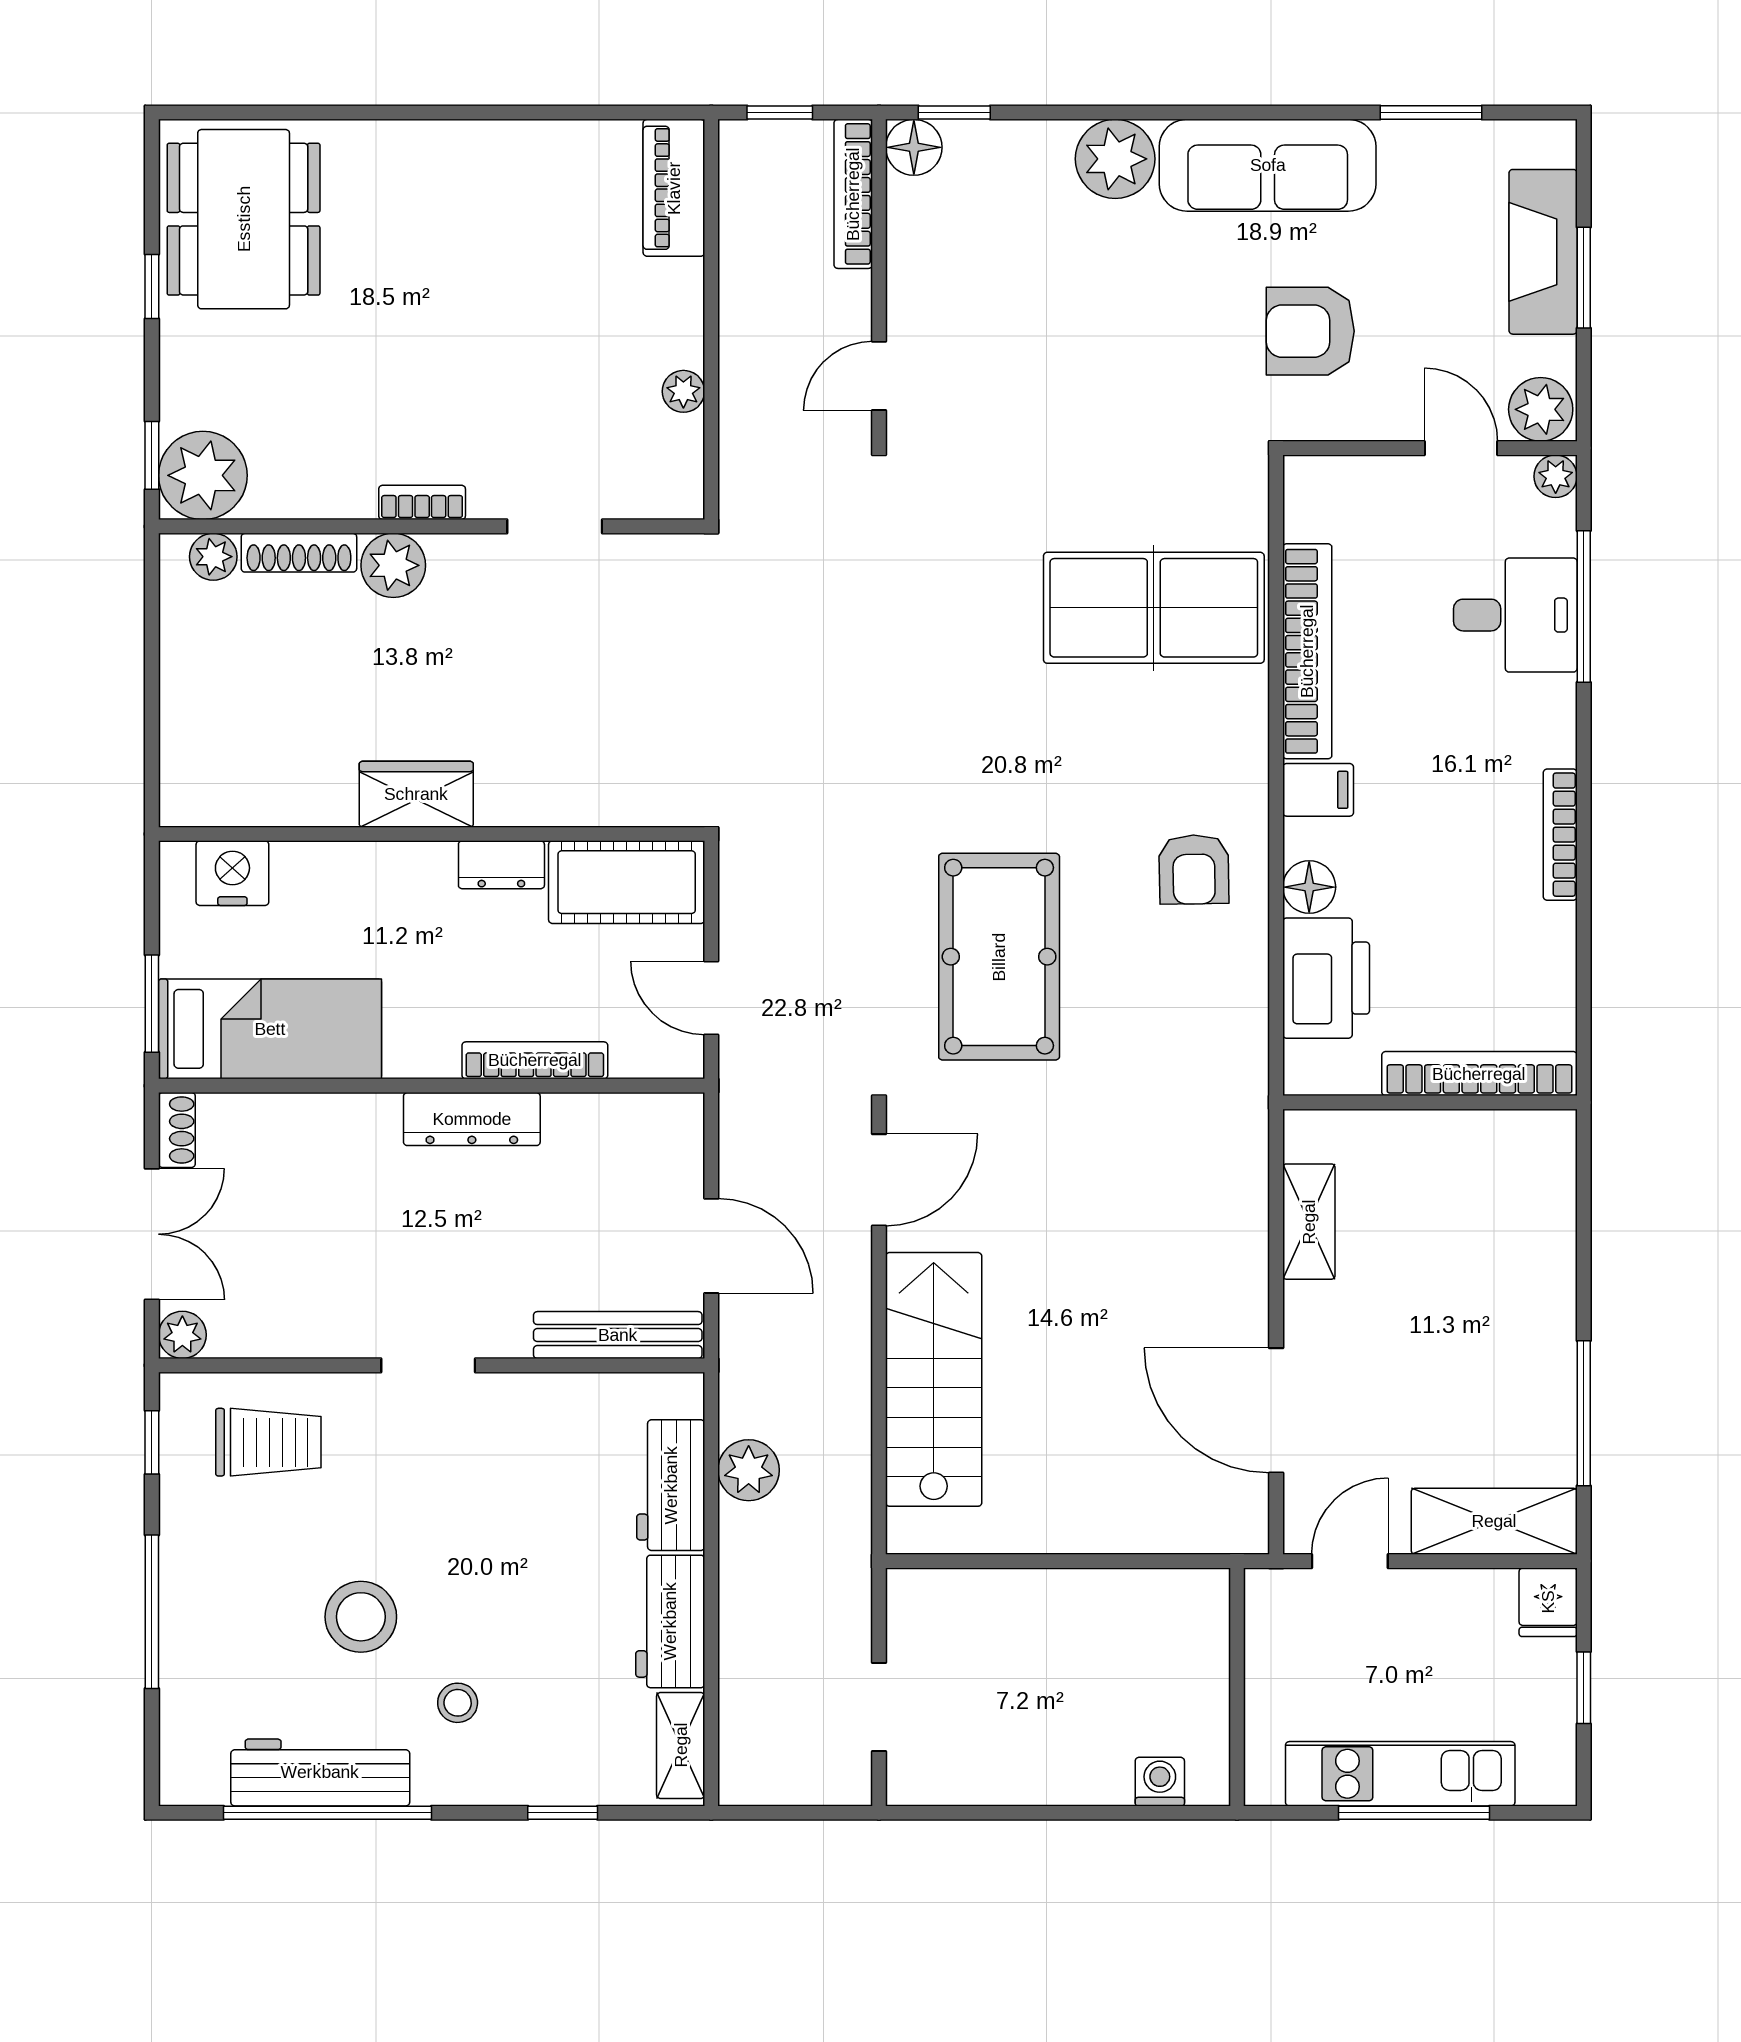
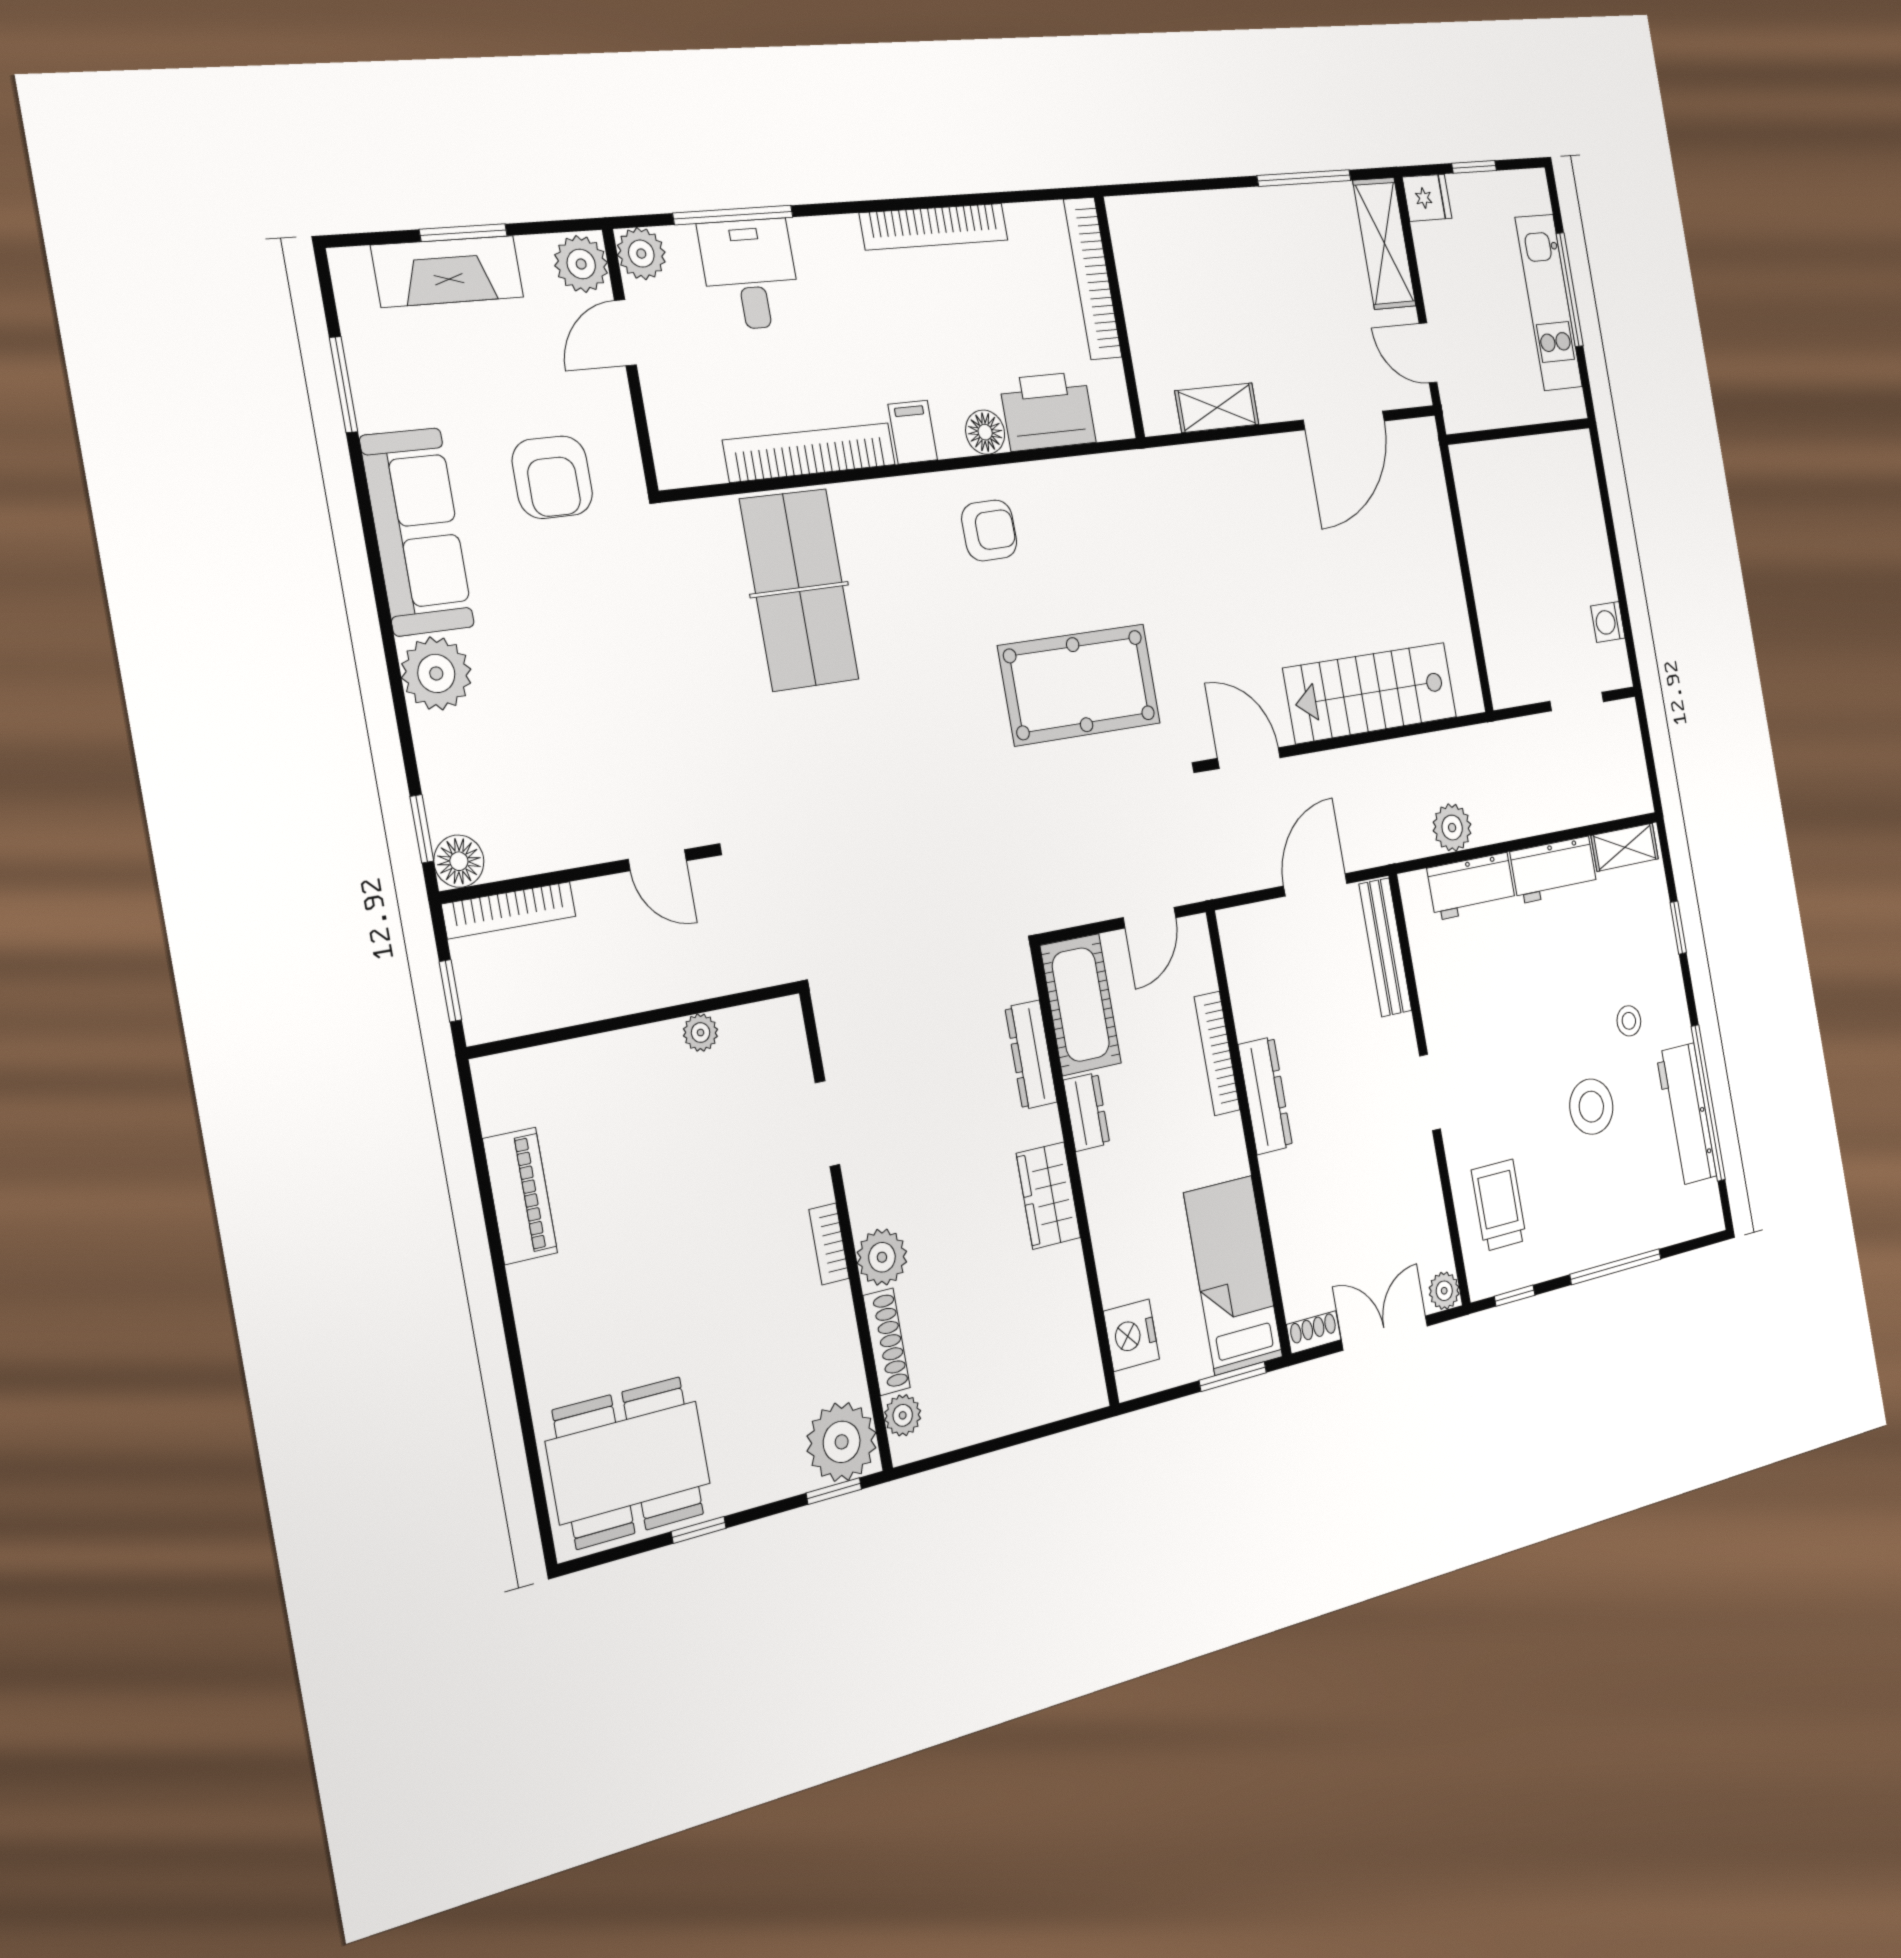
piano: (674, 188) -> (520, 1196), moved, turned -90
plant: (1556, 476) -> (641, 254), width x1.38, depth x1.38
dresser: (581, 803) -> (1031, 1055), added
bookcase: (1560, 835) -> (934, 227), width x1.48, depth x1.31
washing machine: (1160, 1782) -> (1608, 622), moved

